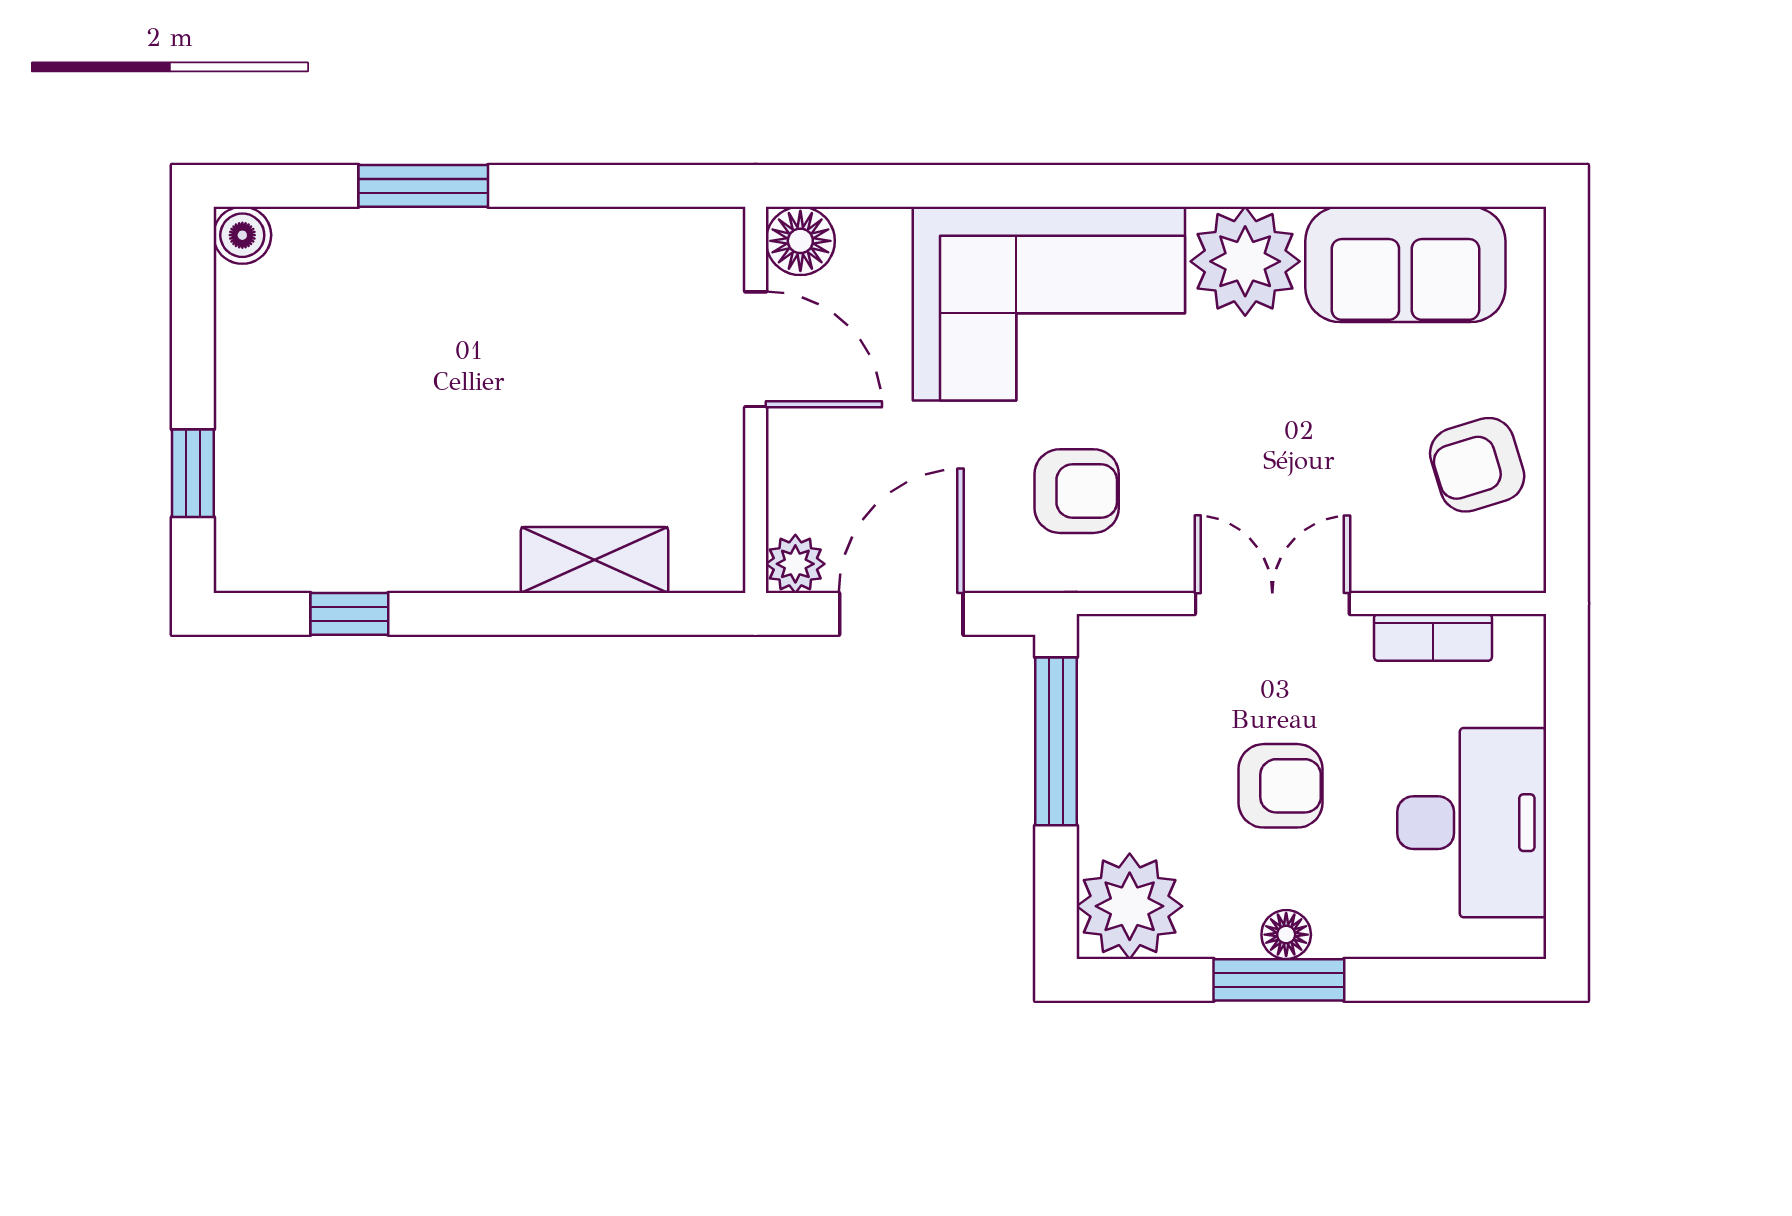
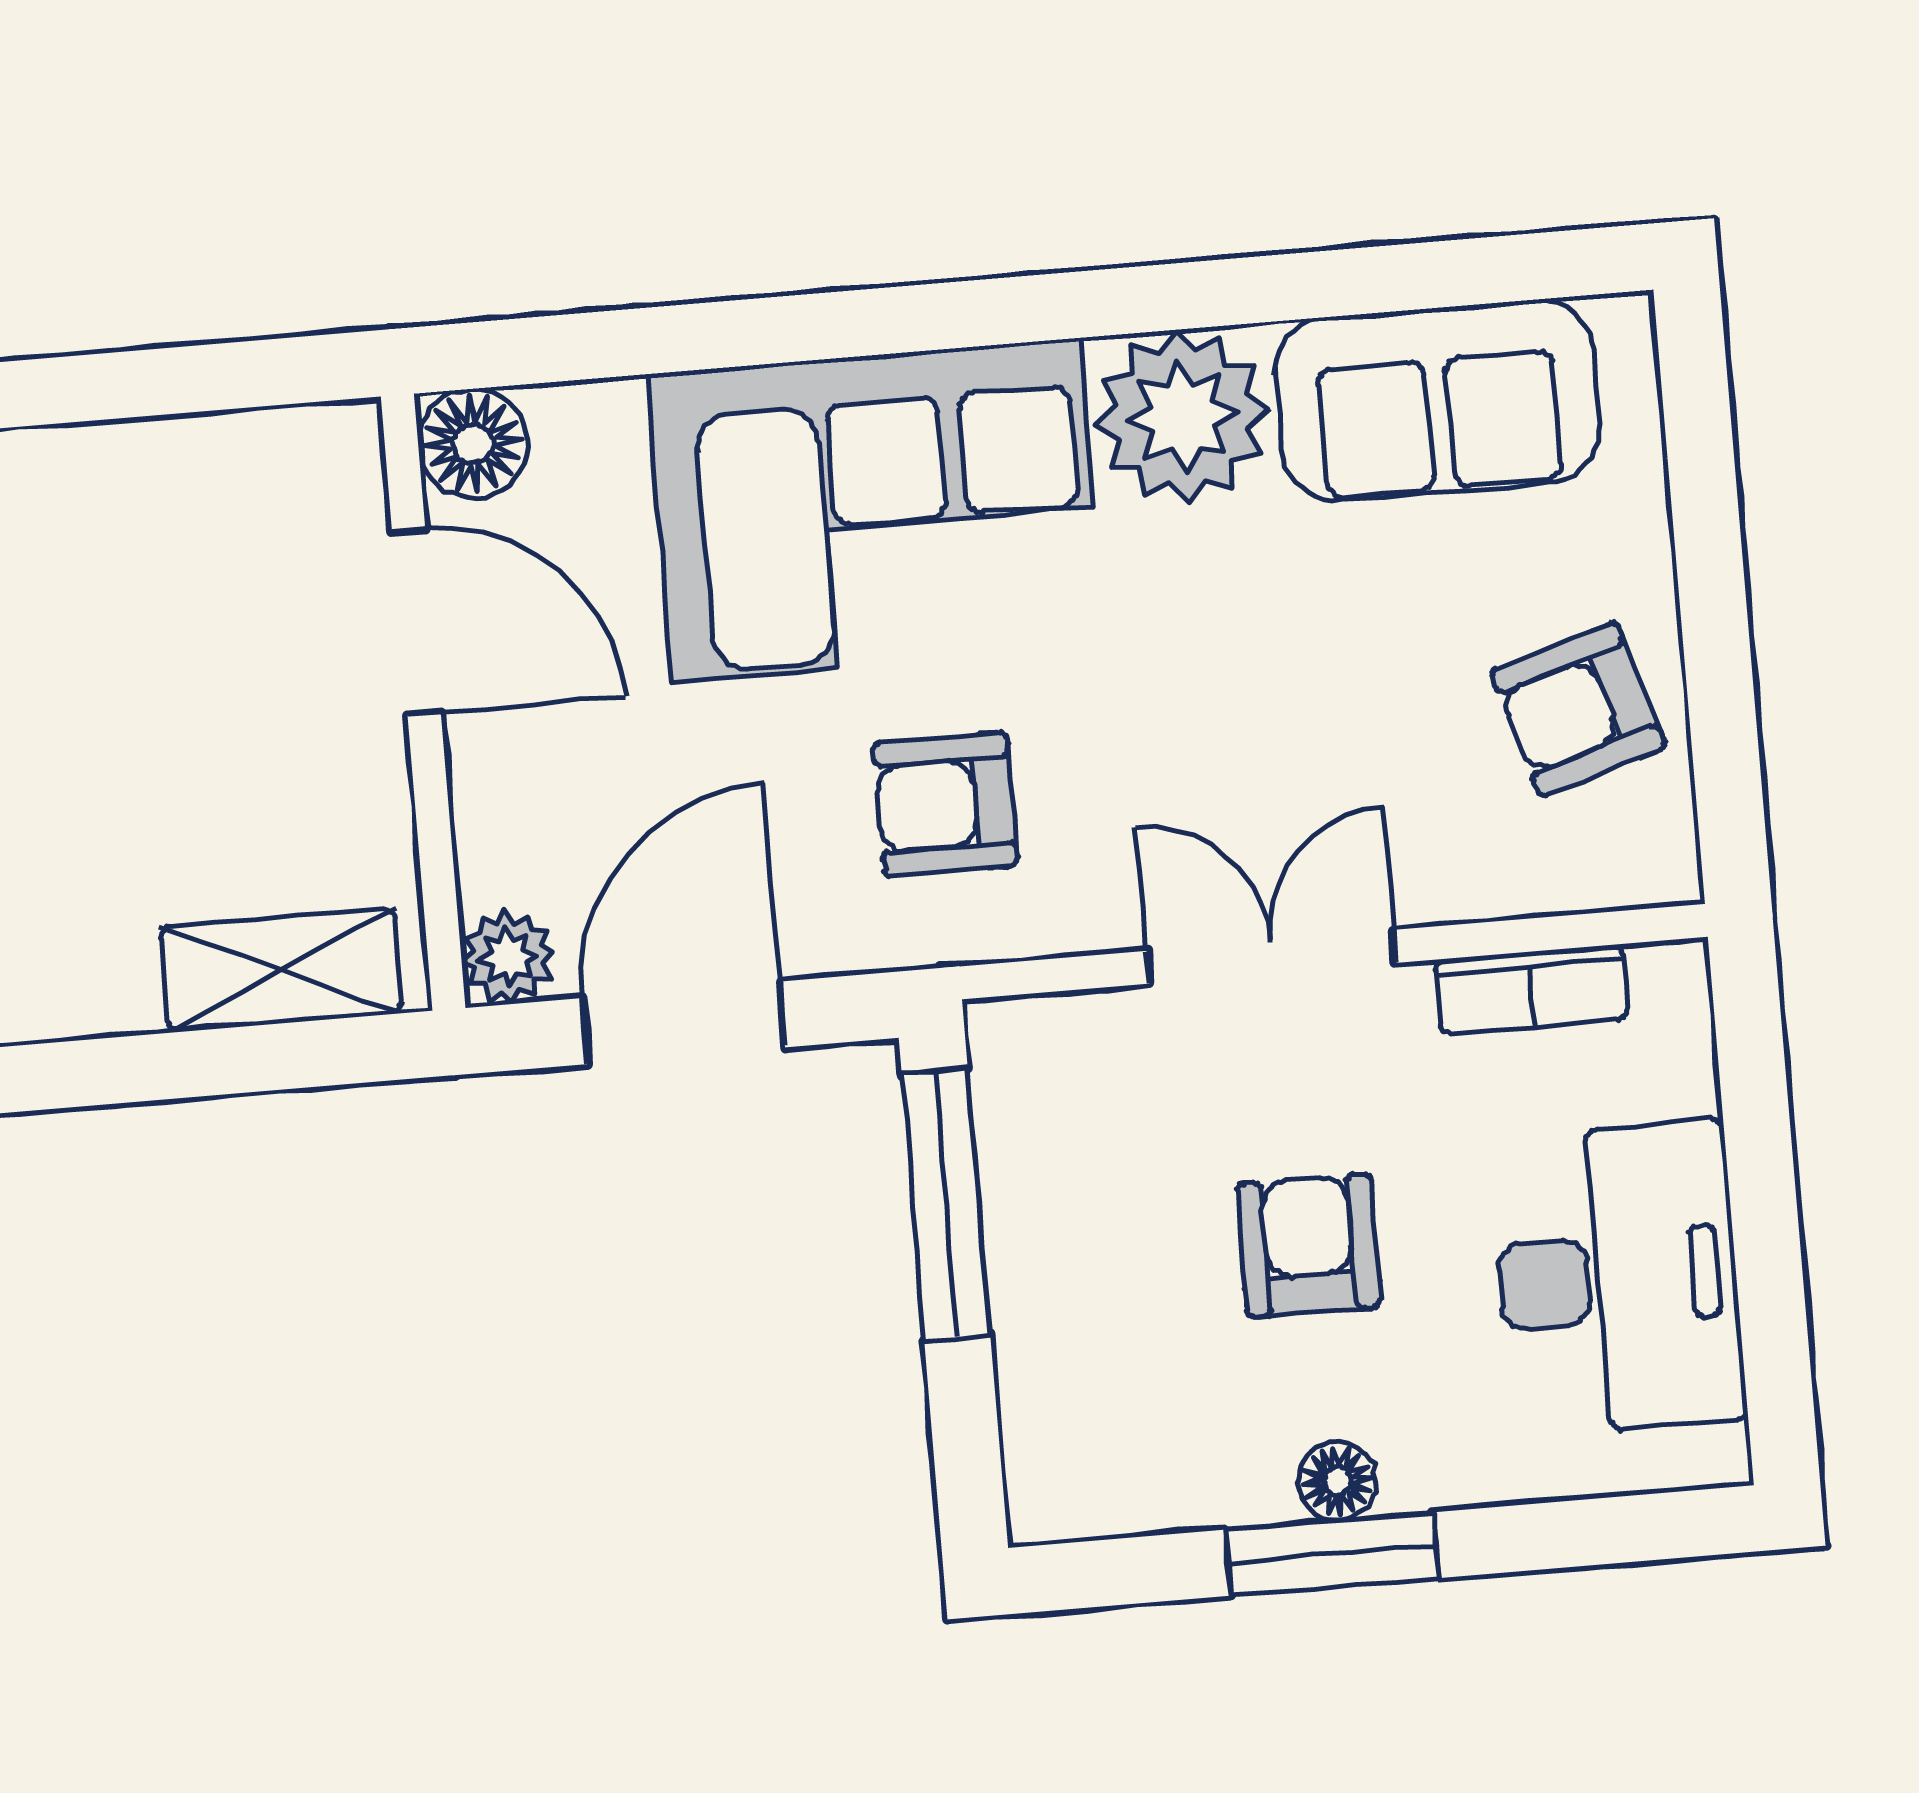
armchair: (1077, 491) -> (945, 804), turned 180
shelving: (595, 560) -> (281, 970), moved
armchair: (1281, 786) -> (1309, 1245), turned -90
plant: (1130, 906) -> (1085, 1457), removed

